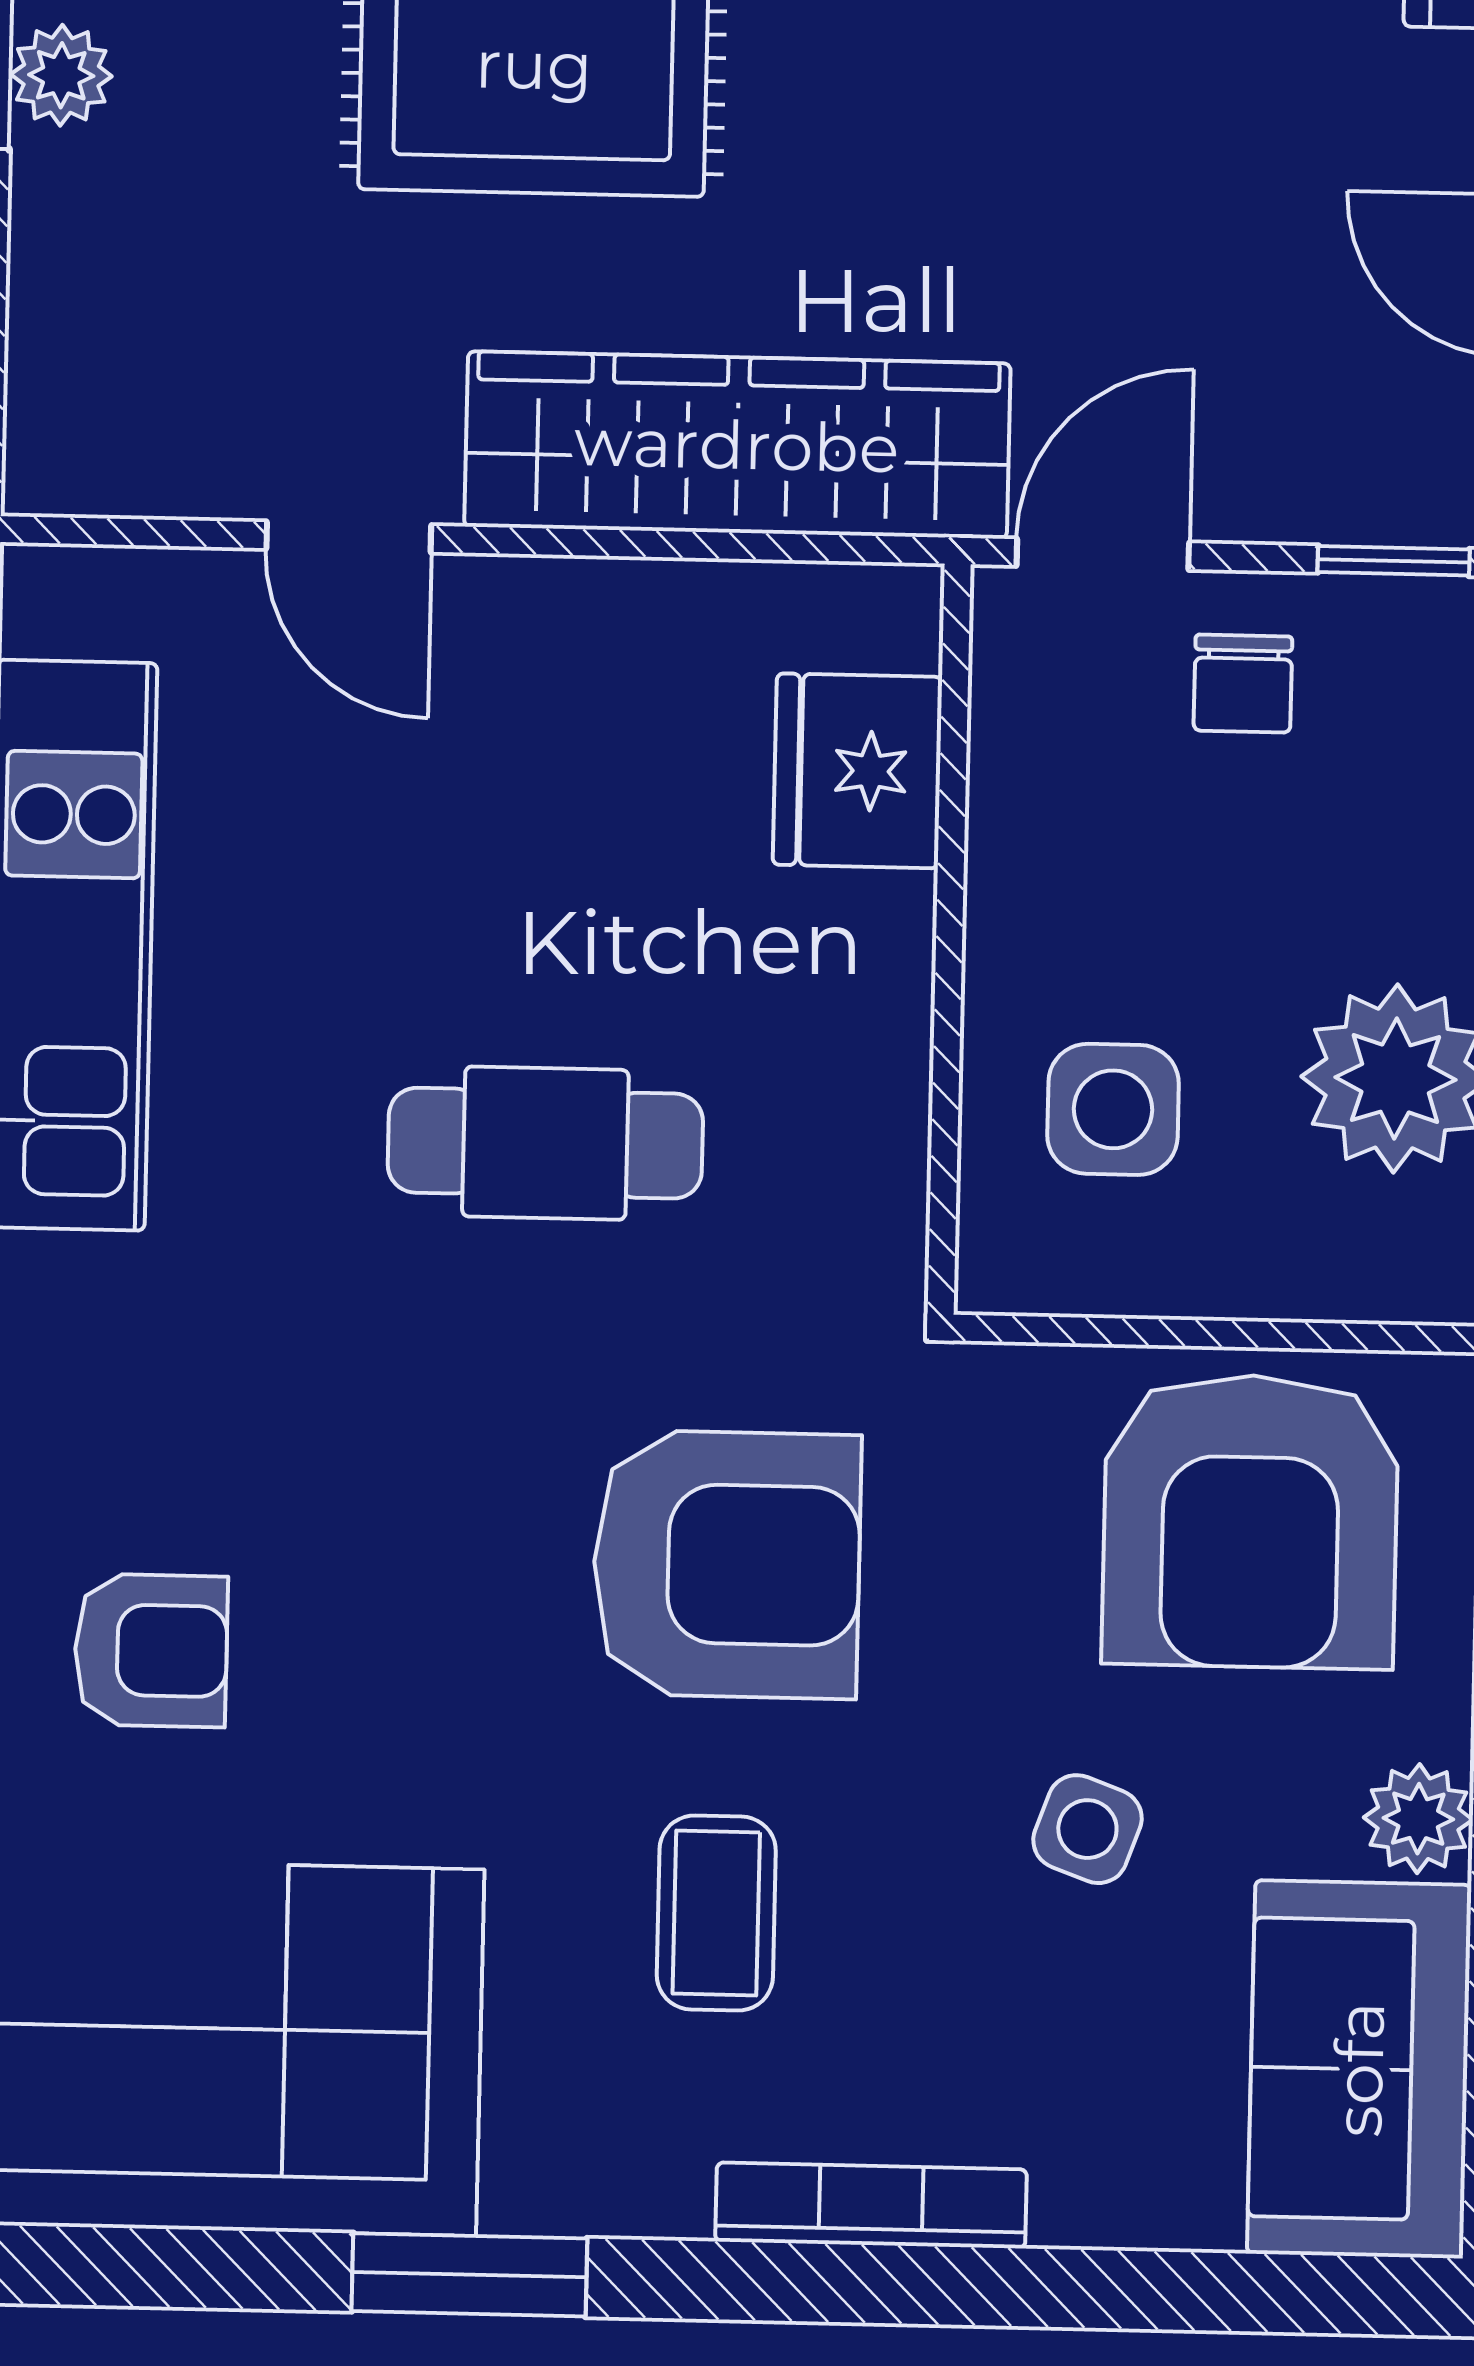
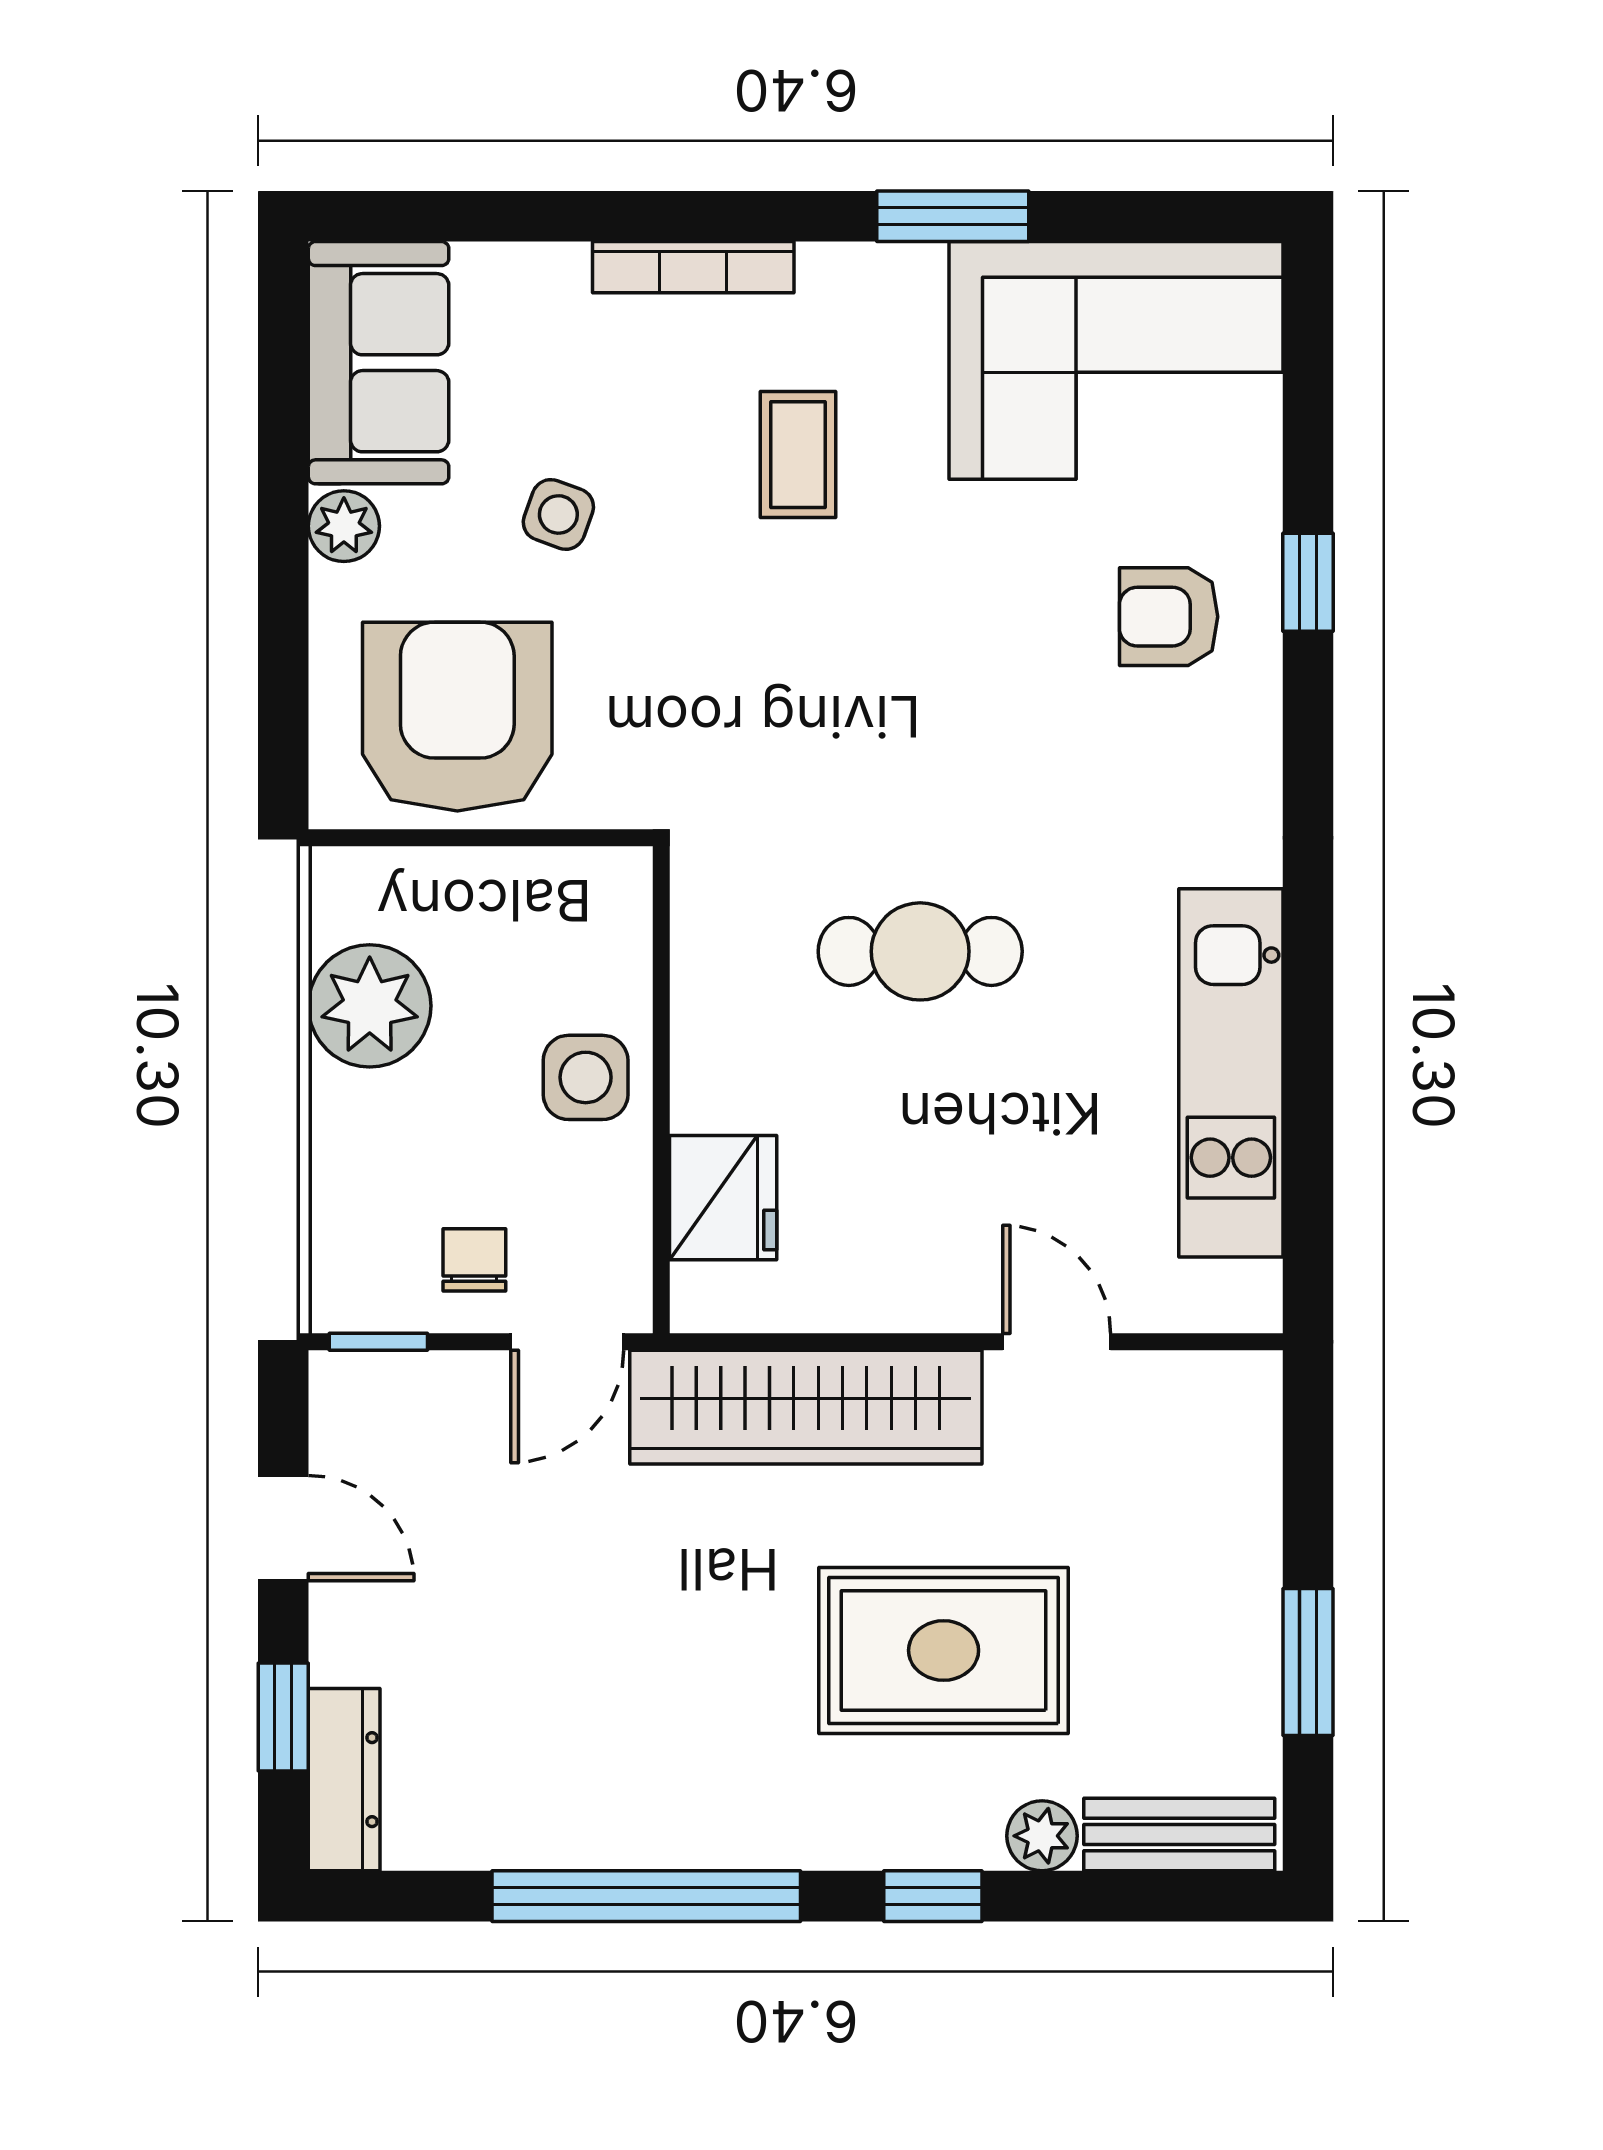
plant: (61, 75) -> (1250, 1637), removed
side table: (1113, 1109) -> (586, 1077), moved
armchair: (727, 1564) -> (796, 681), removed

